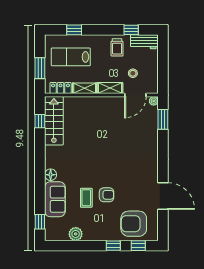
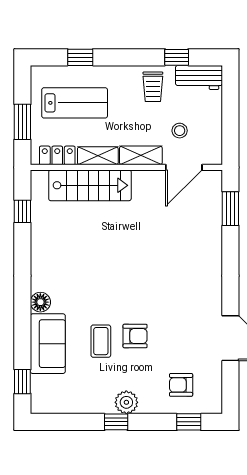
lab bench: (71, 57) -> (75, 103), turned 180
plant: (154, 101) -> (215, 177), removed
stairs: (54, 121) -> (90, 185), moved, turned 90
armchair: (134, 224) -> (181, 385), width x0.53, depth x0.53
plant: (76, 234) -> (126, 402), moved
window: (113, 246) -> (116, 422), moved

